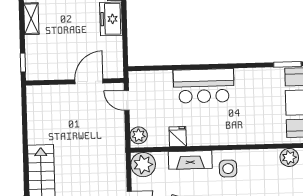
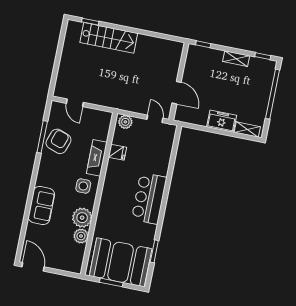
bar counter: (204, 86) -> (149, 198), moved
door: (127, 100) -> (155, 119), hinge flipped
plant: (143, 165) -> (82, 218), moved

